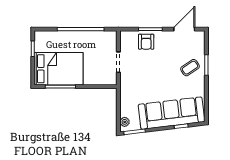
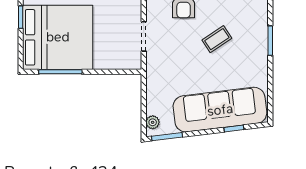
coffee table: (190, 68) -> (217, 39), moved
bed: (59, 69) -> (58, 37), width x1.36

